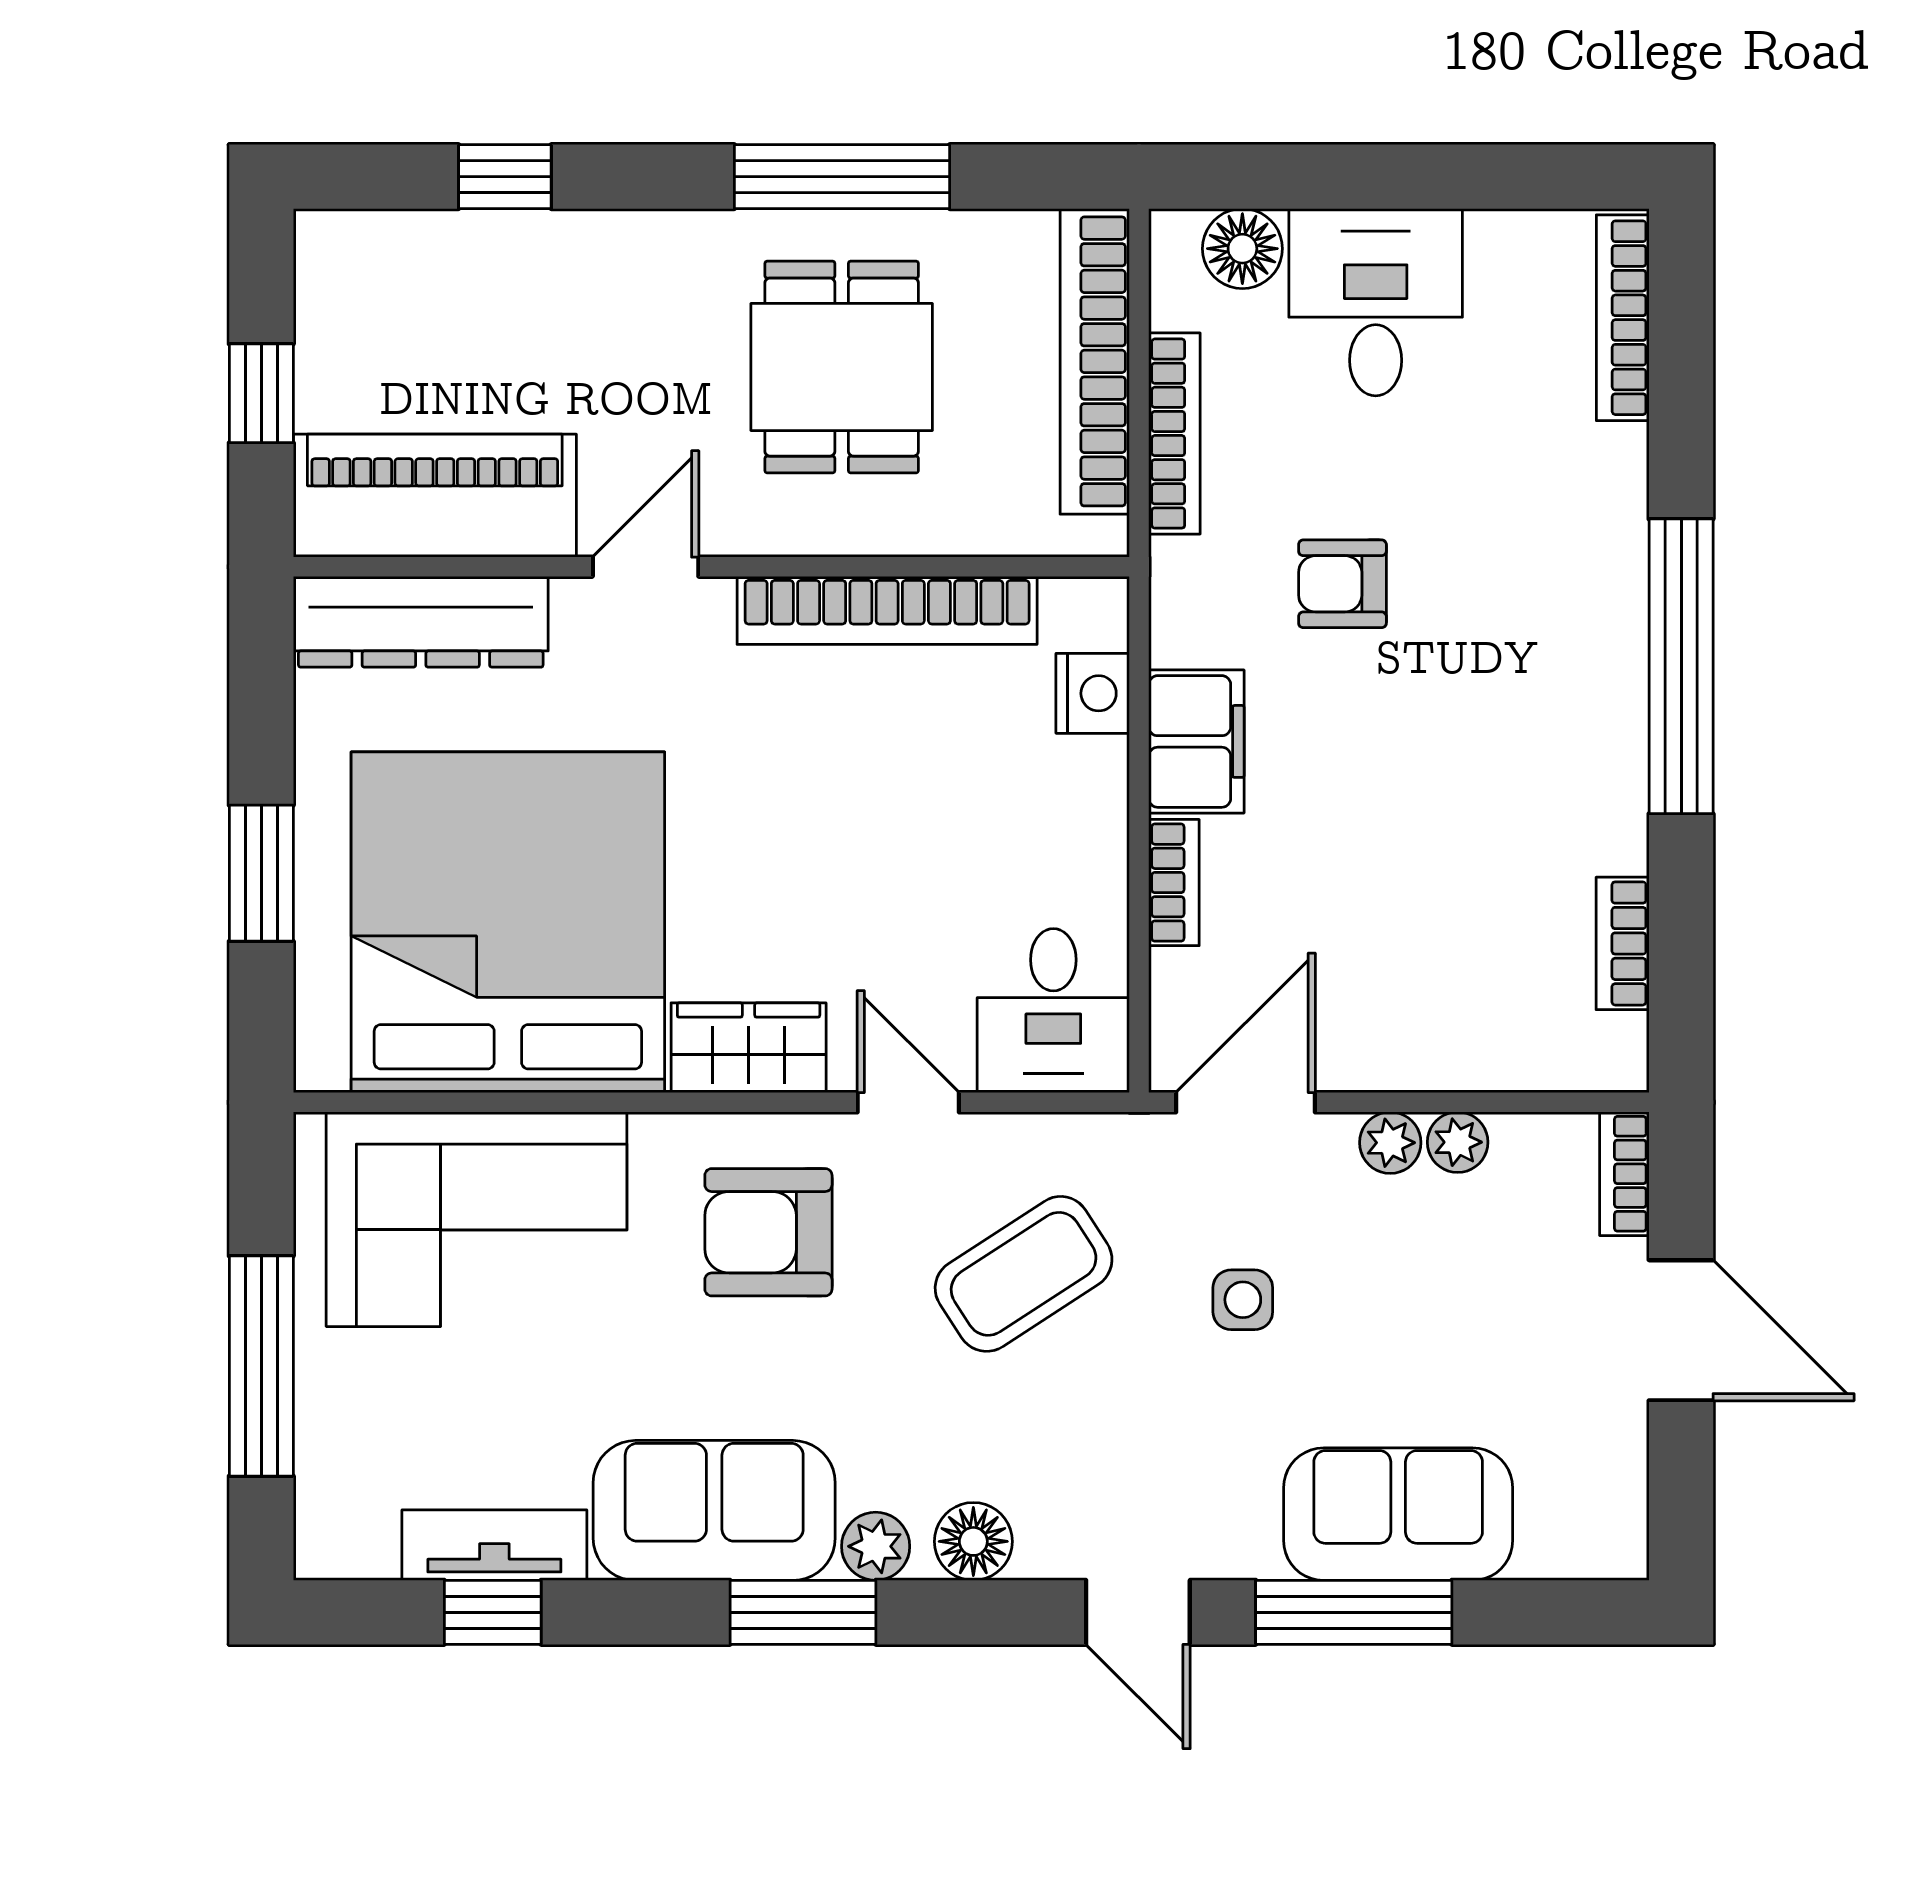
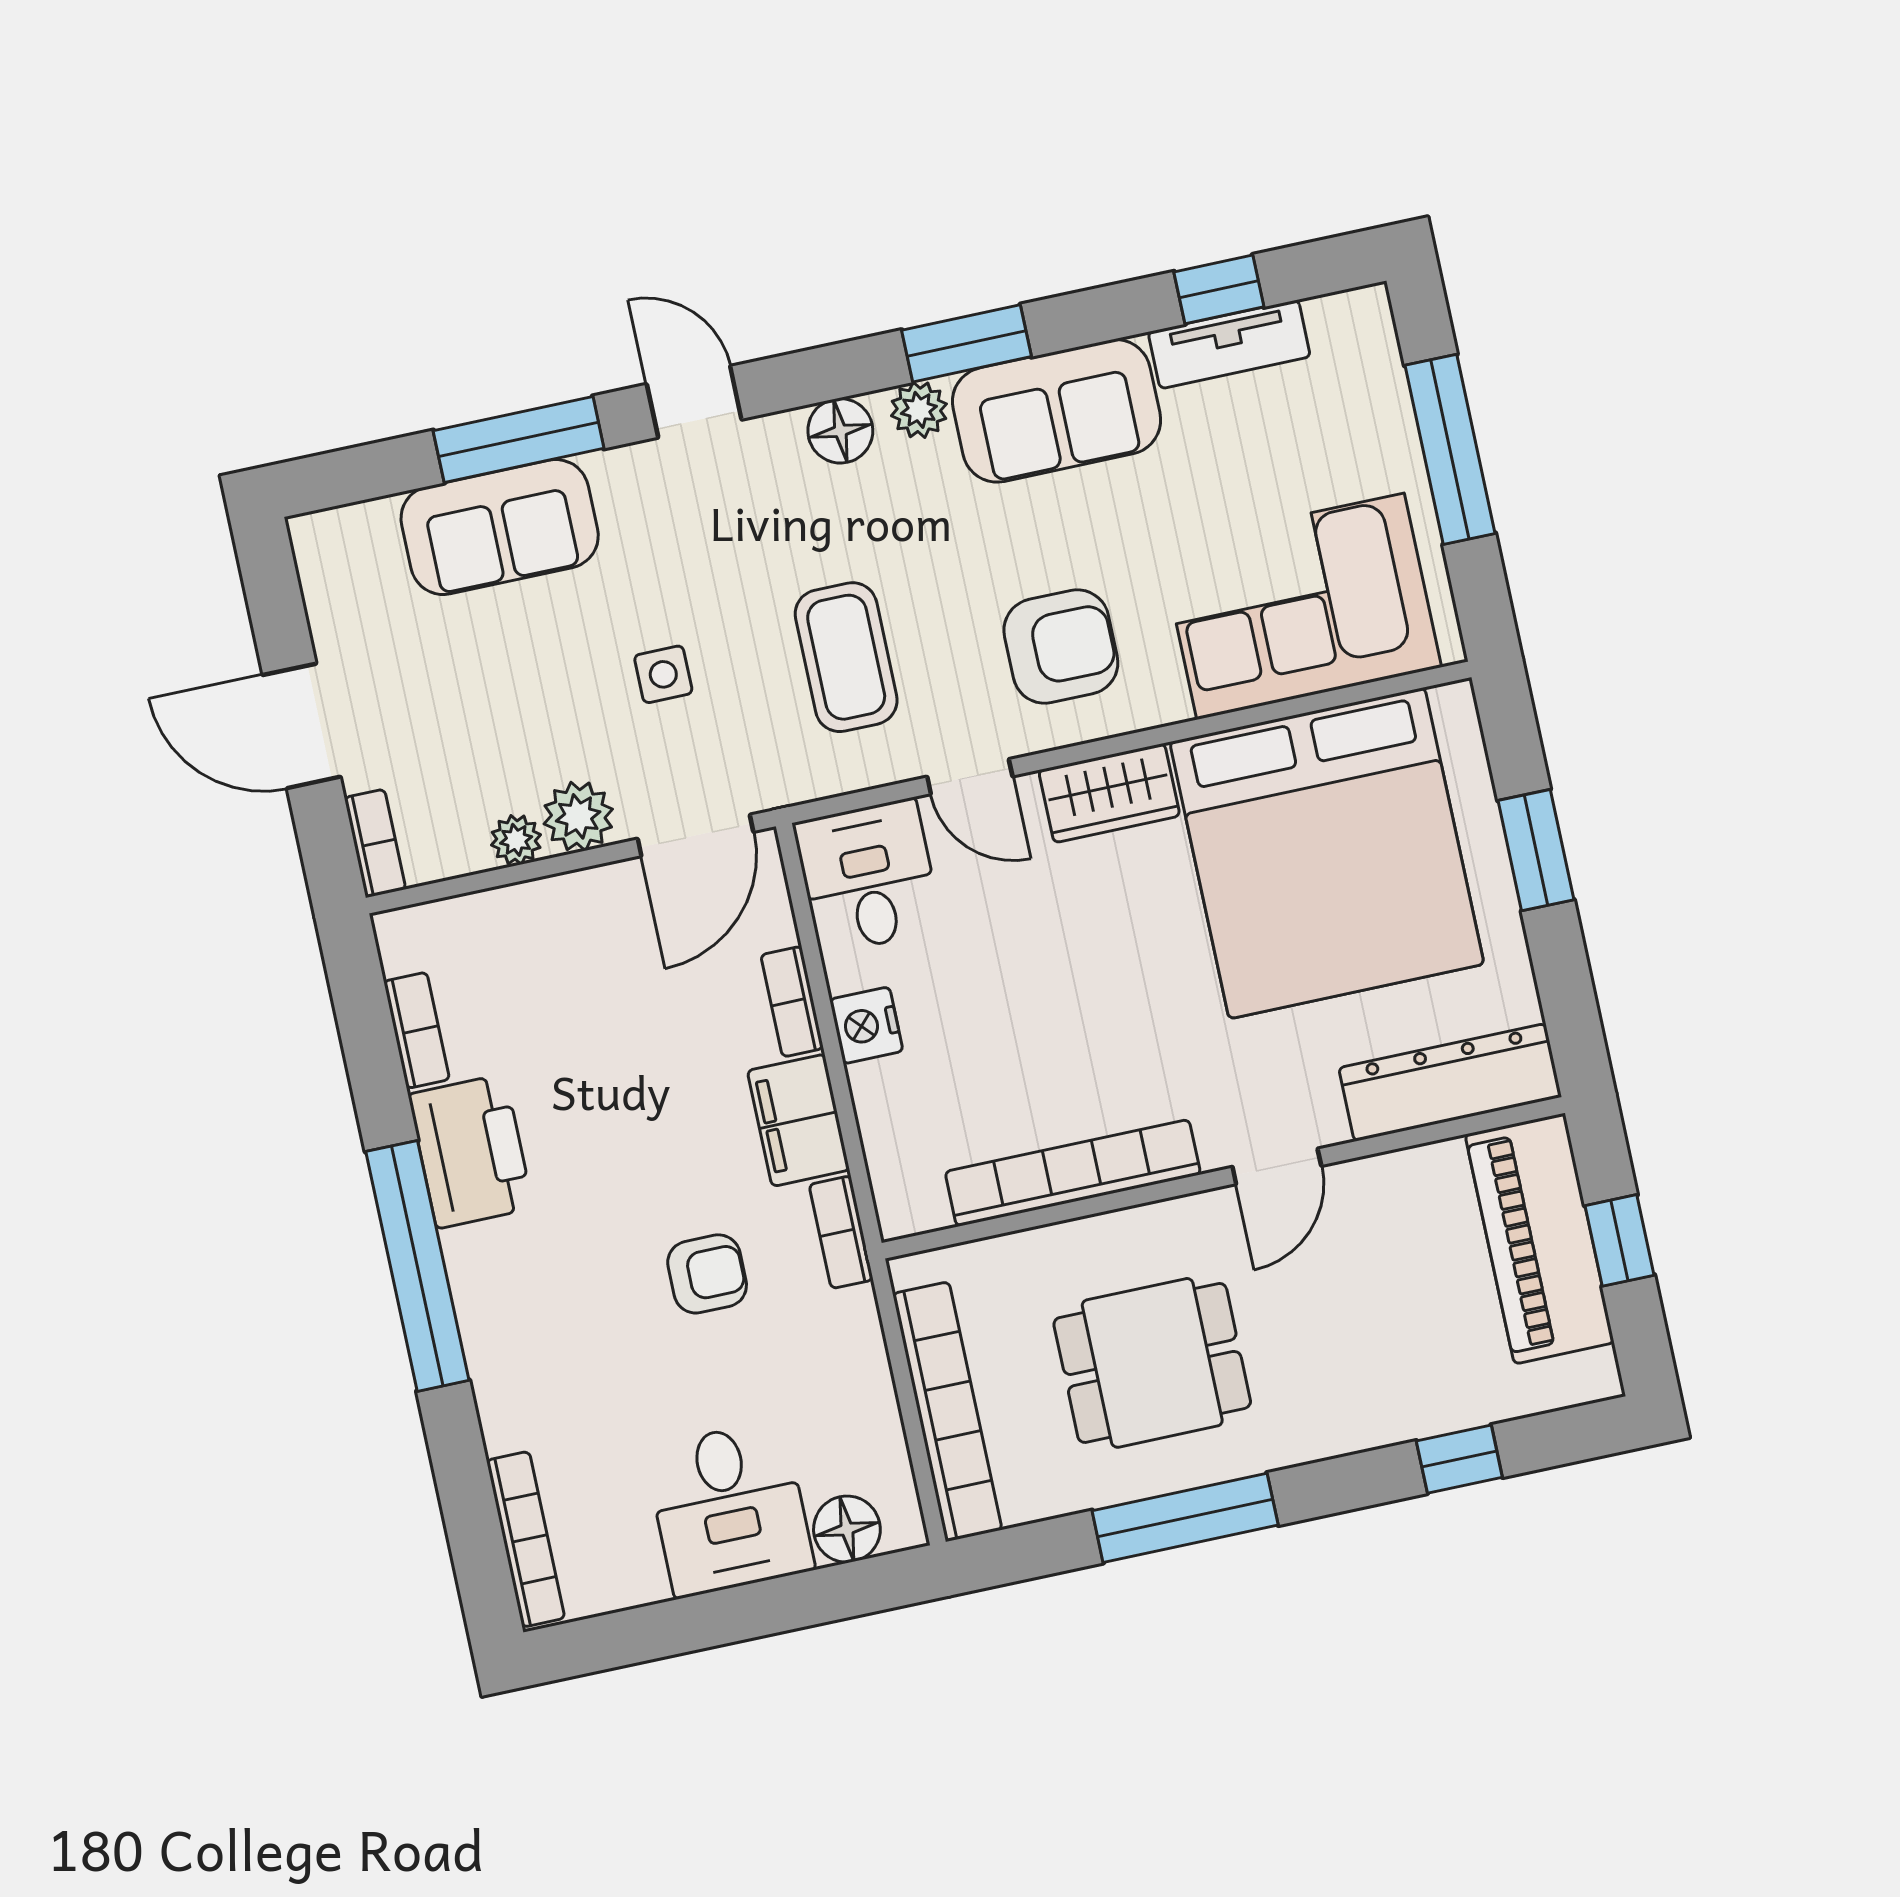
dining table: (842, 367) -> (1152, 1363), turned 90
bookcase: (1174, 434) -> (841, 1232), moved, width x0.64
piano: (435, 496) -> (1540, 1239), moved, turned 90
nightstand: (1093, 693) -> (866, 1025), moved
printer: (1589, 788) -> (471, 1151), added
plant: (1390, 1143) -> (578, 816), width x1.38, depth x1.38
coffee table: (1024, 1274) -> (846, 657), turned -57

